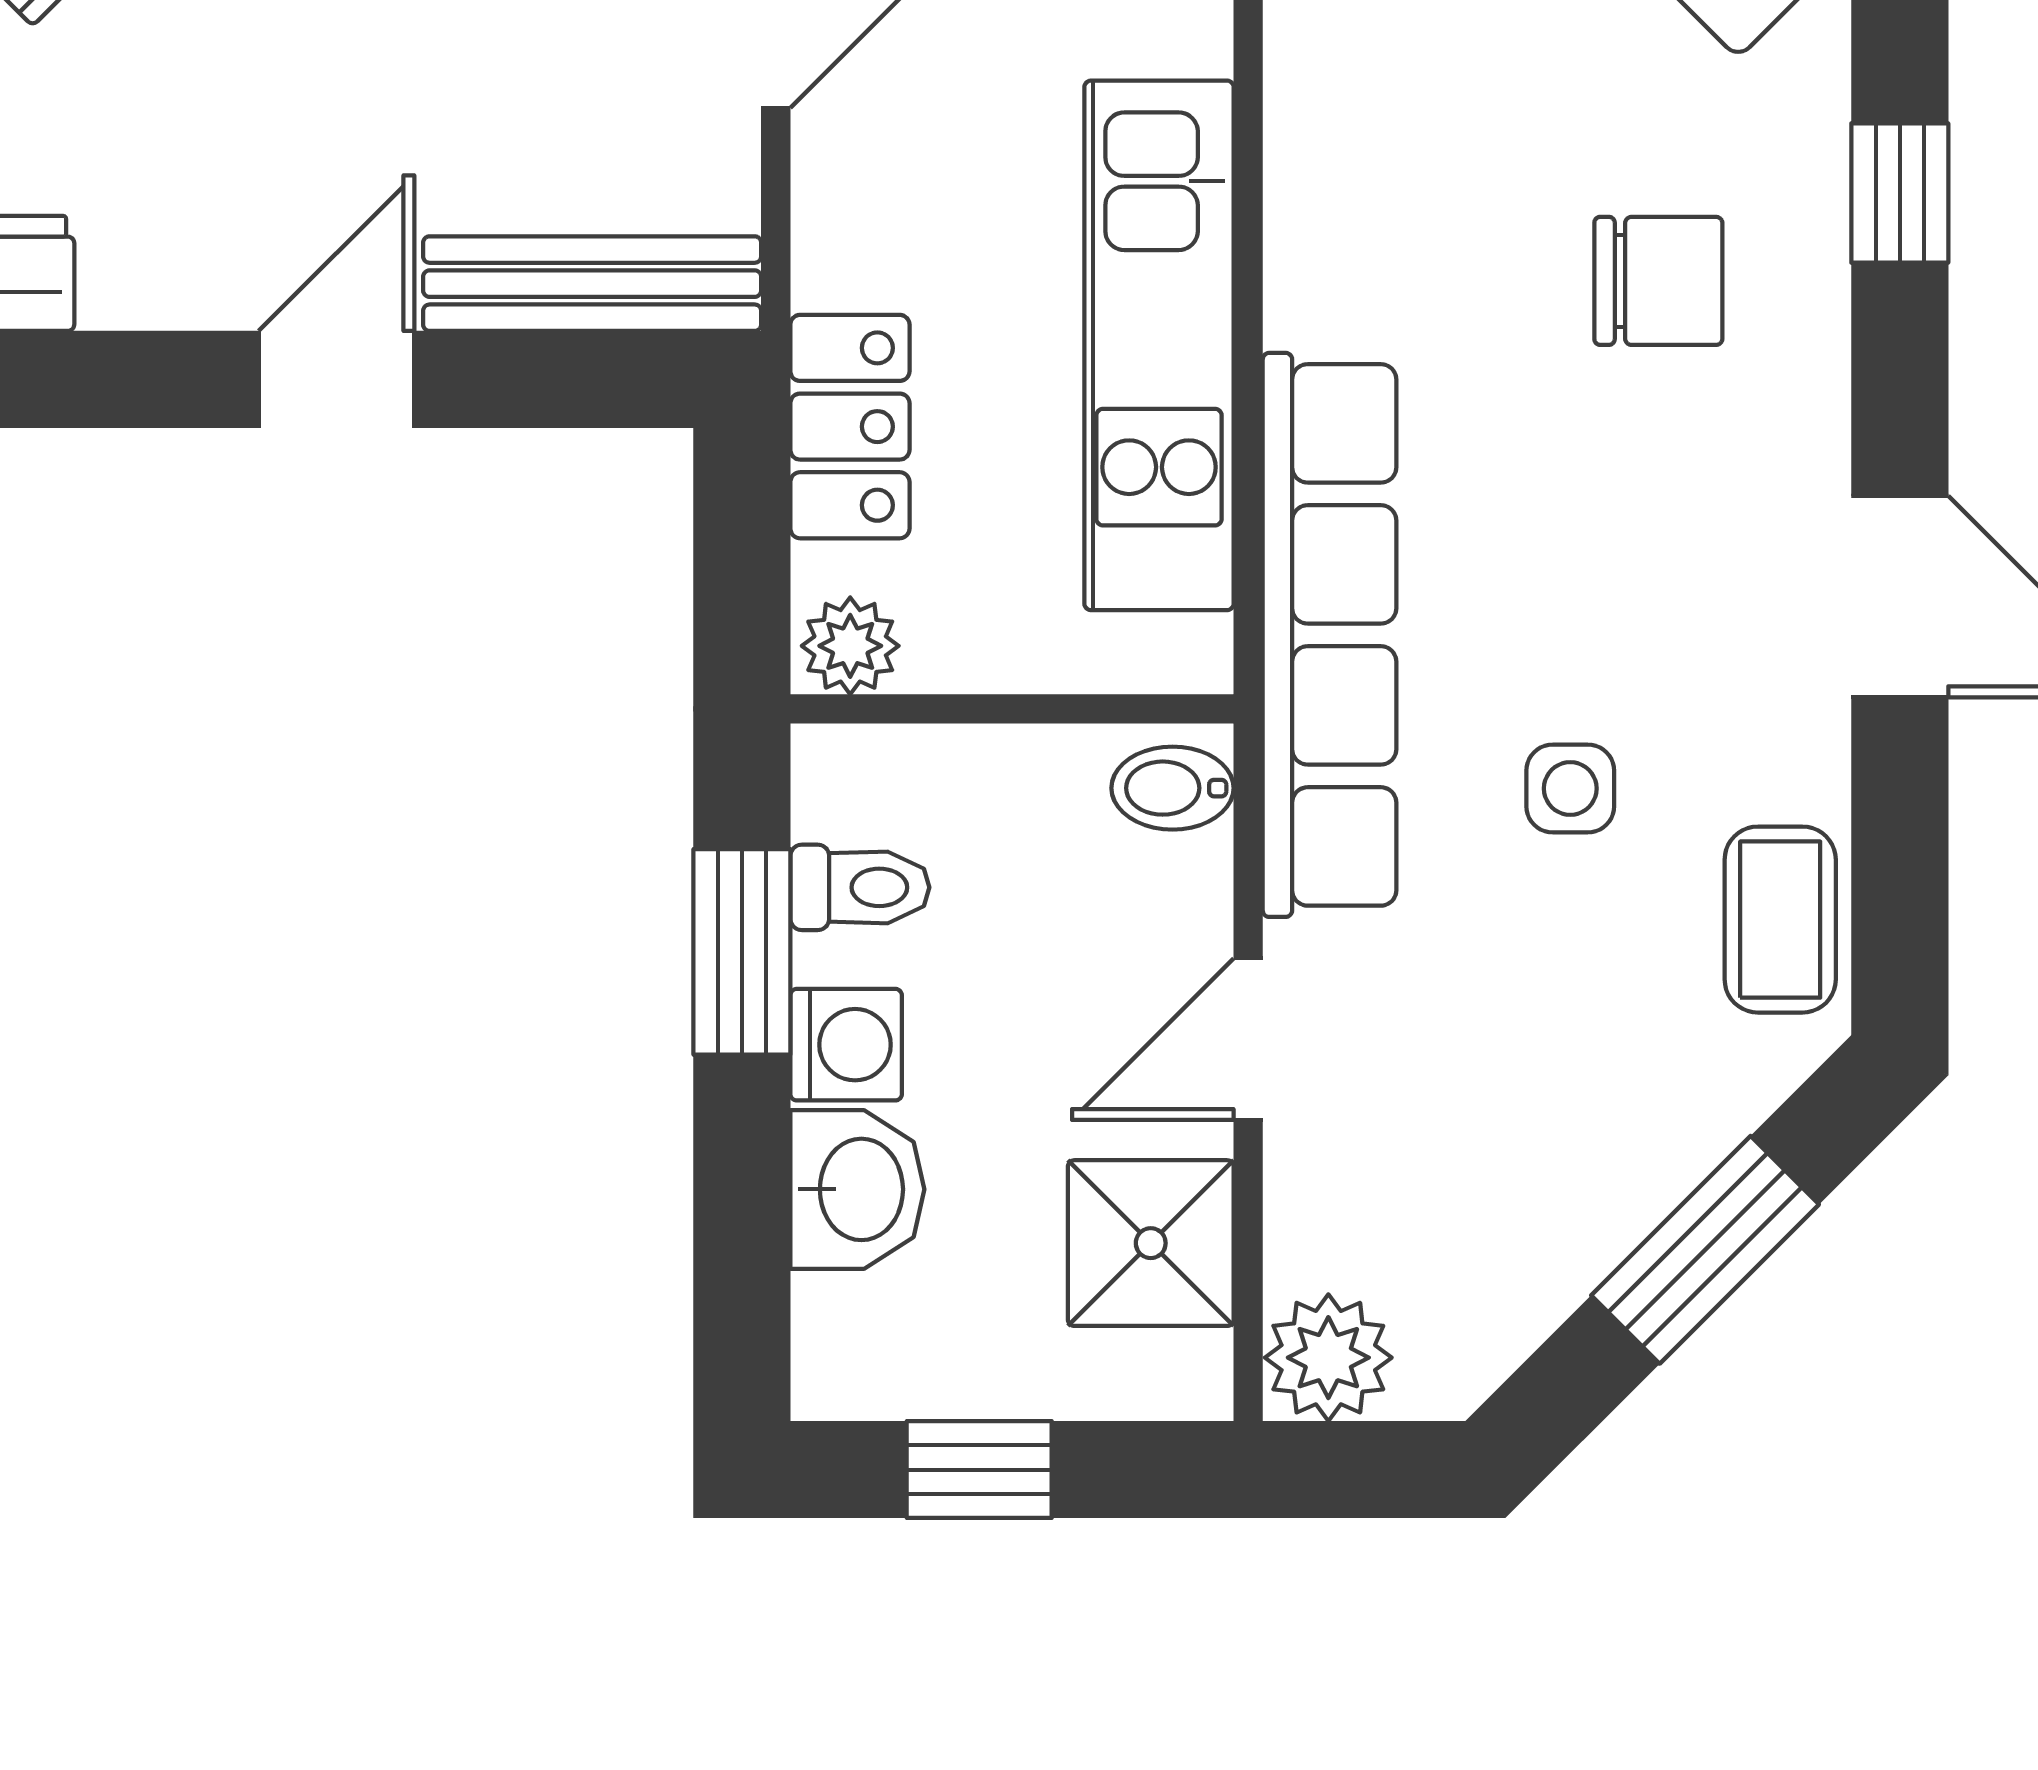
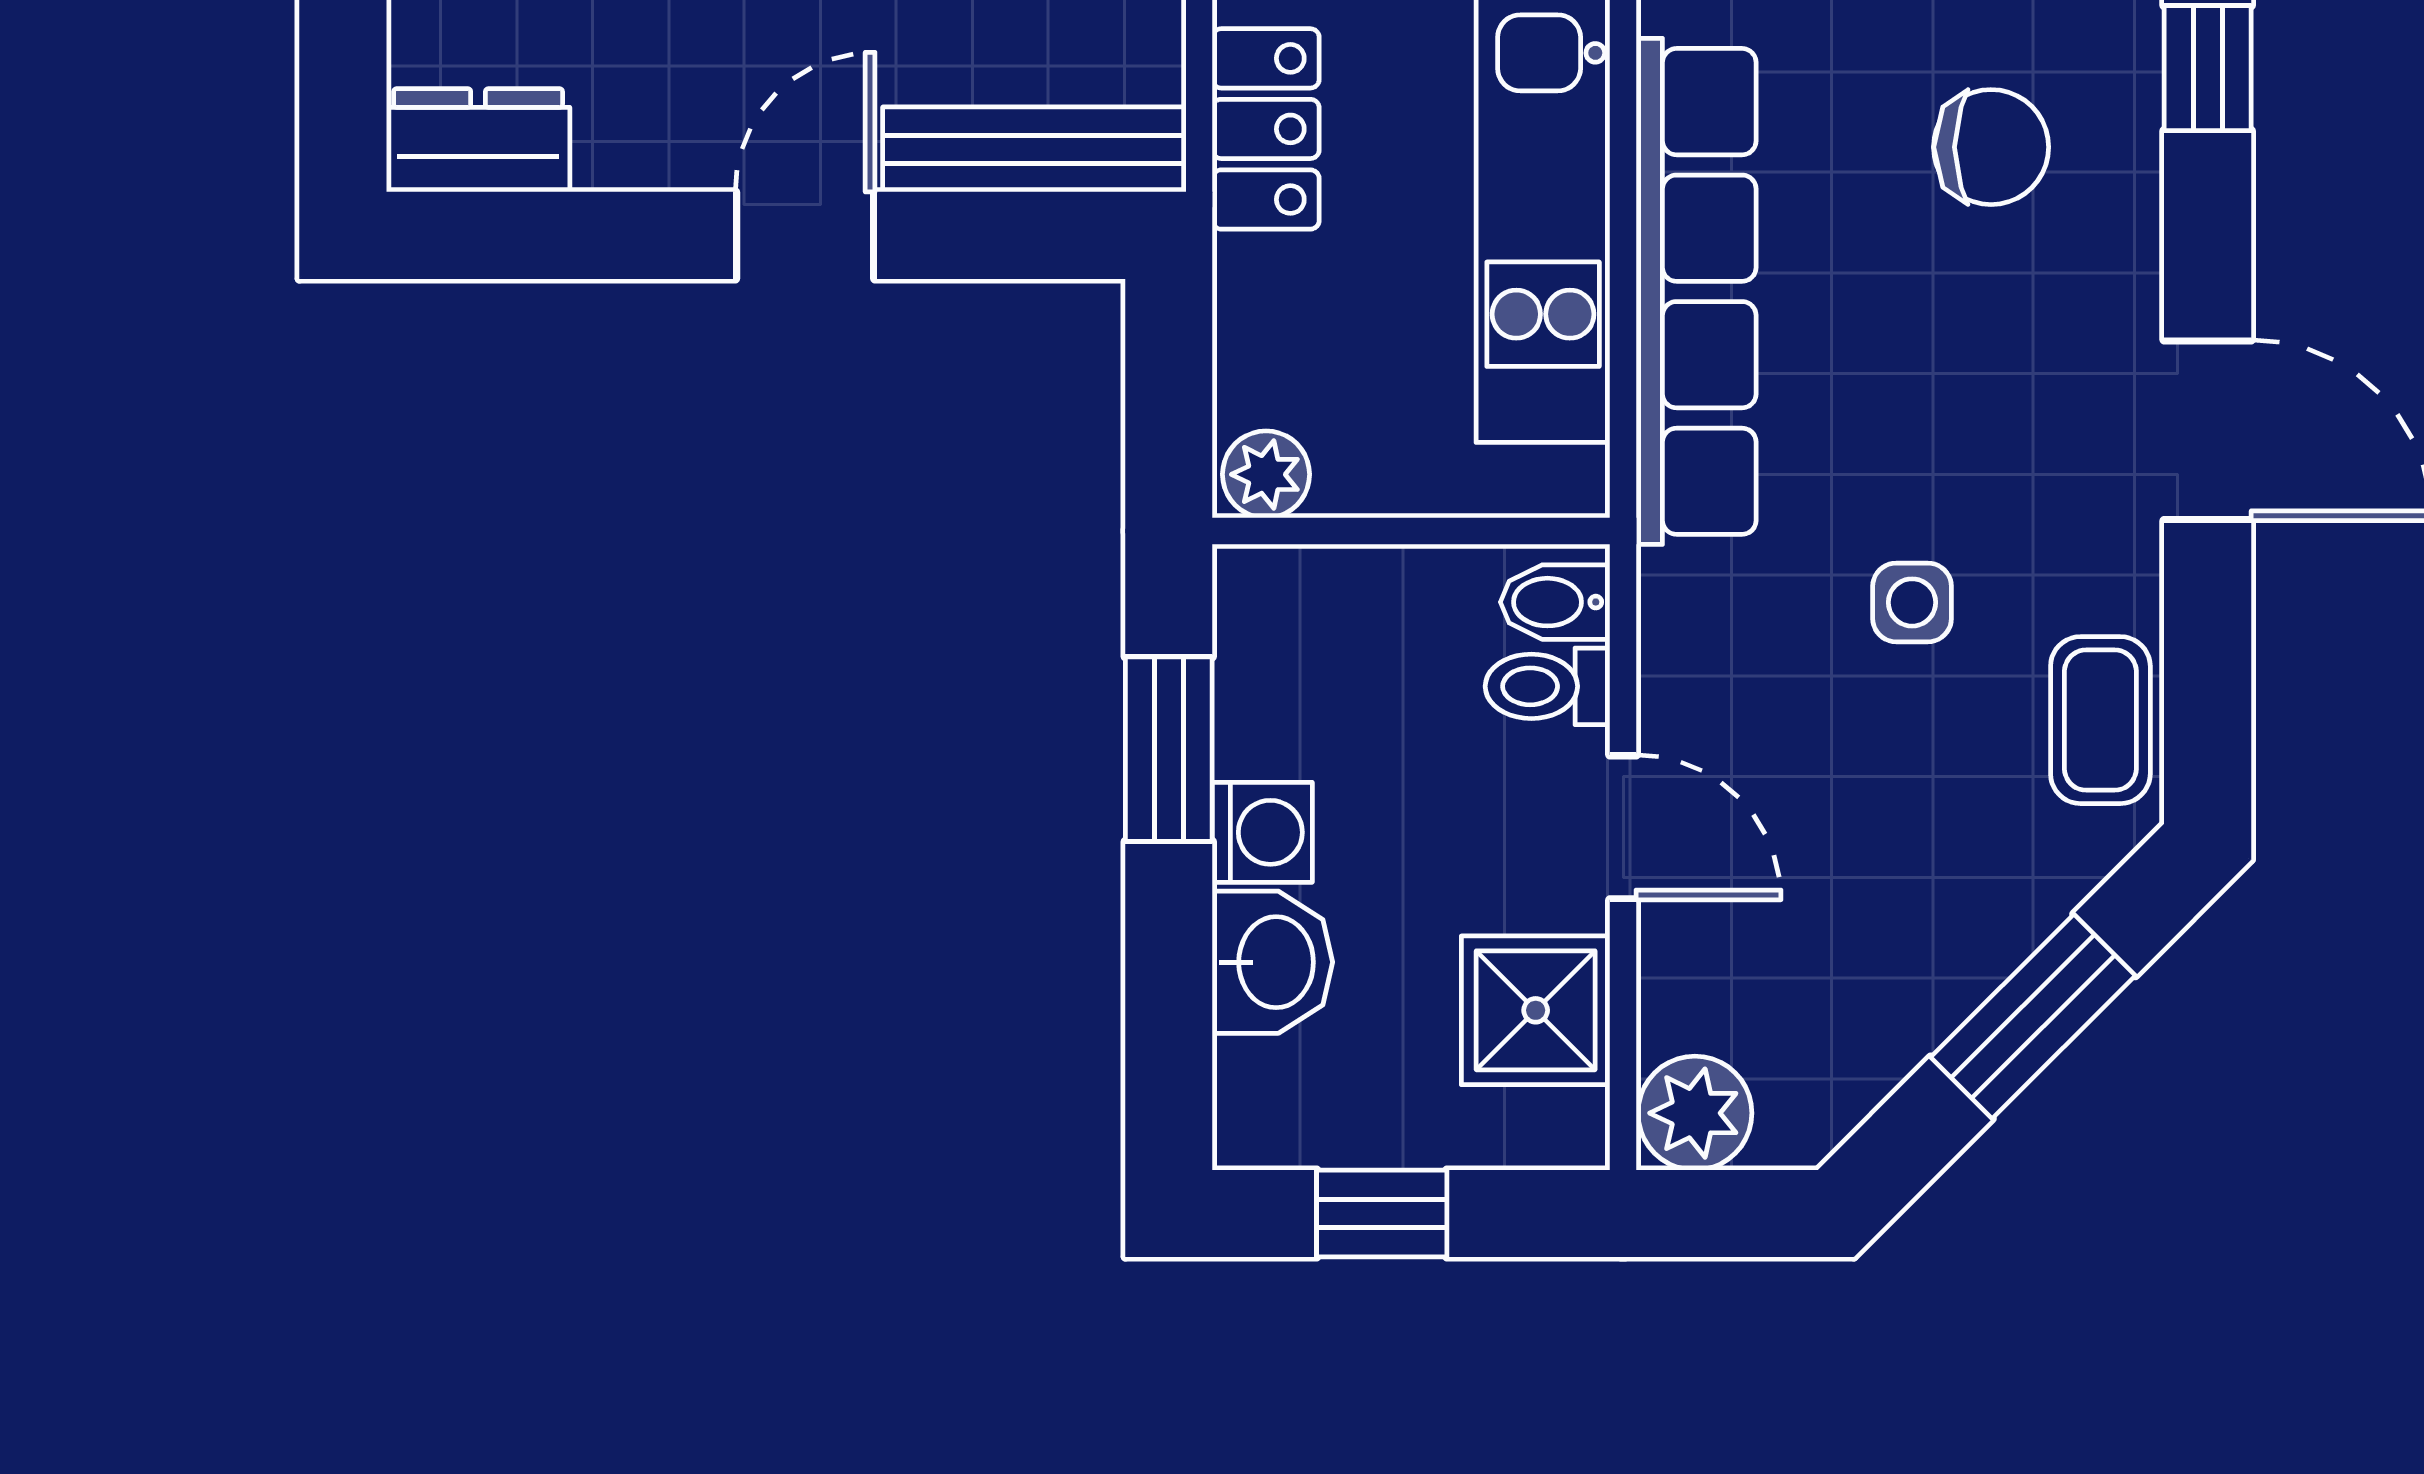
locker: (850, 427) -> (1266, 129), moved
row of seats: (1330, 635) -> (1696, 291), moved
toilet: (860, 887) -> (1548, 686), moved, turned 180
door: (1248, 1039) -> (1623, 827), swing flipped

